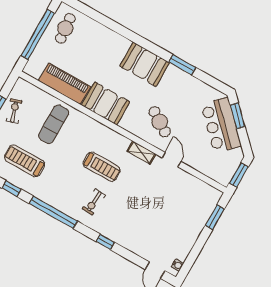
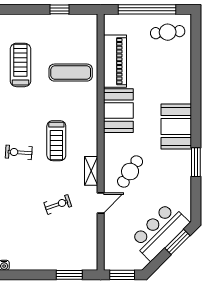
exercise bike: (14, 111) -> (58, 204), moved

